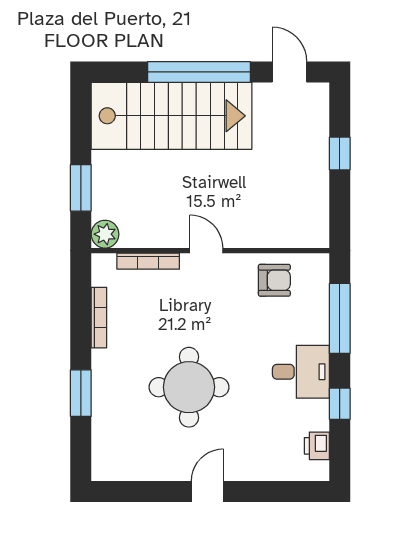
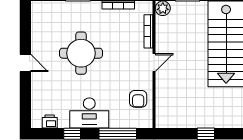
desk: (301, 372) -> (89, 113), width x1.37

